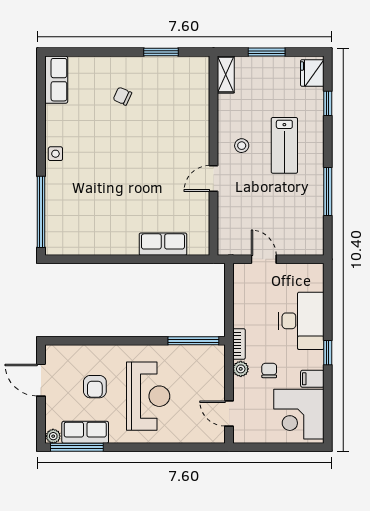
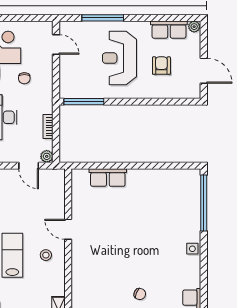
door: (213, 178) -> (68, 229), swing flipped
bookcase: (239, 344) -> (48, 127), moved
plant: (241, 369) -> (47, 156), moved
window: (77, 447) -> (103, 18), moved

